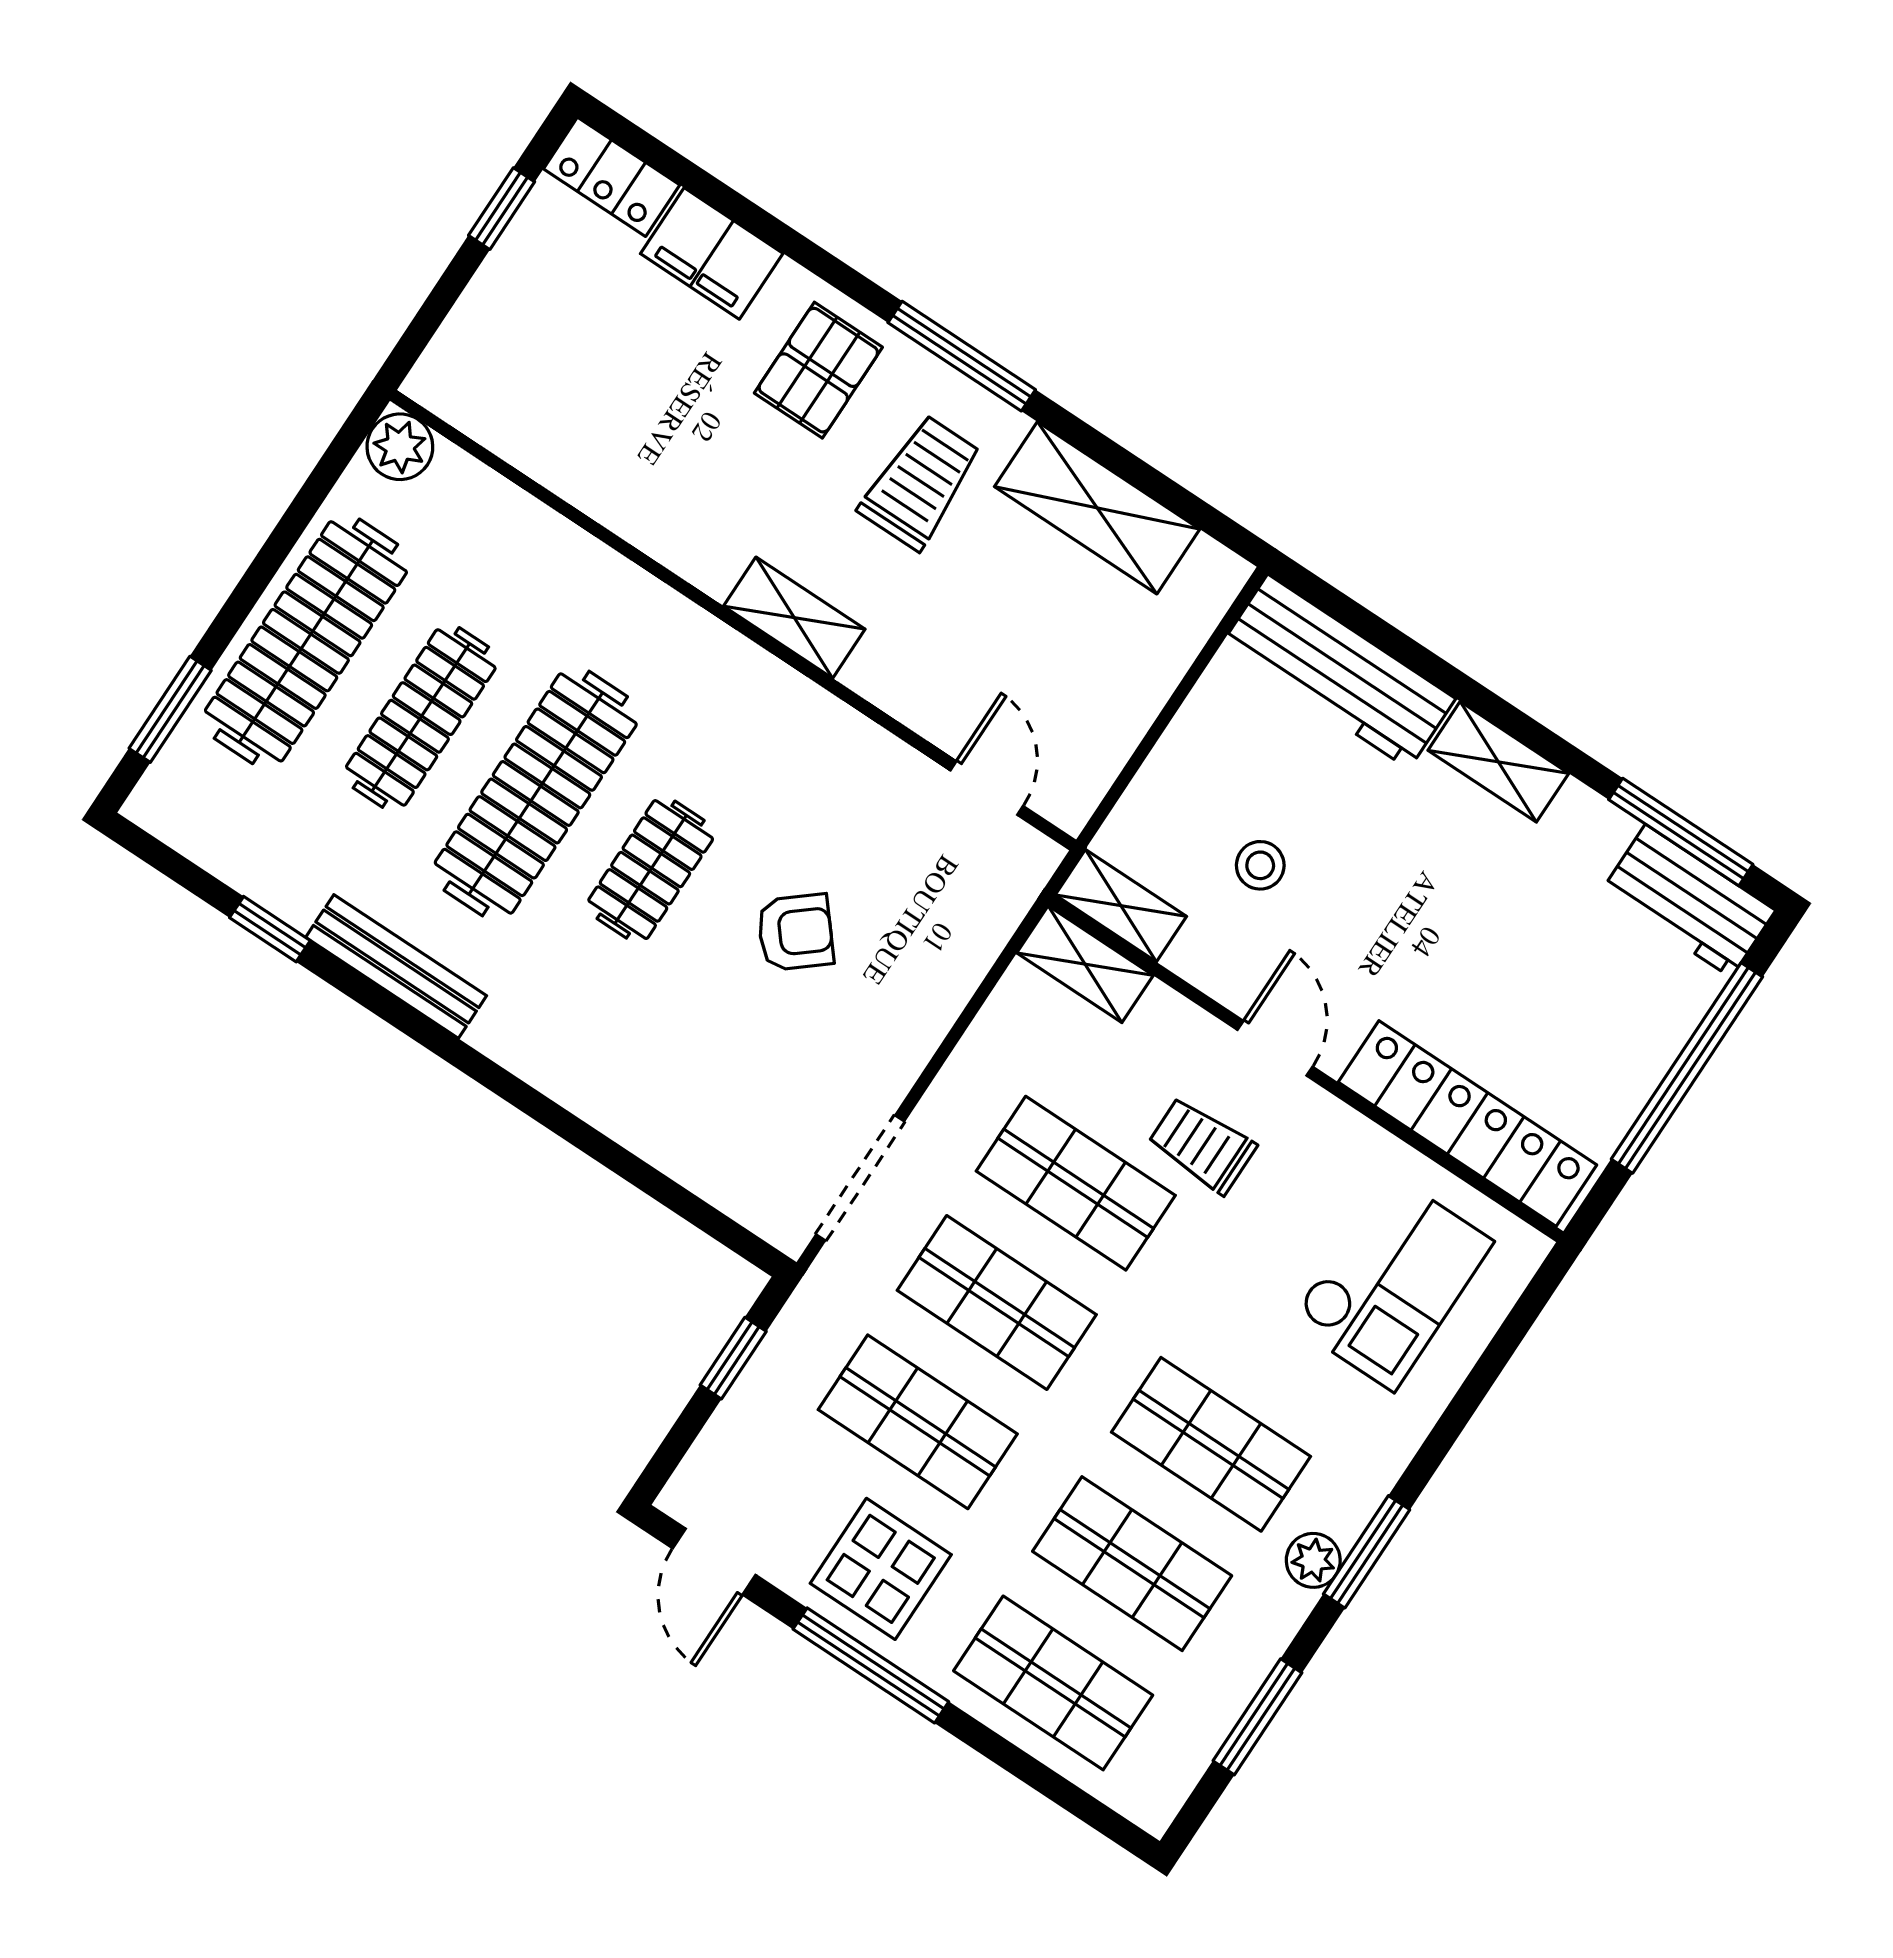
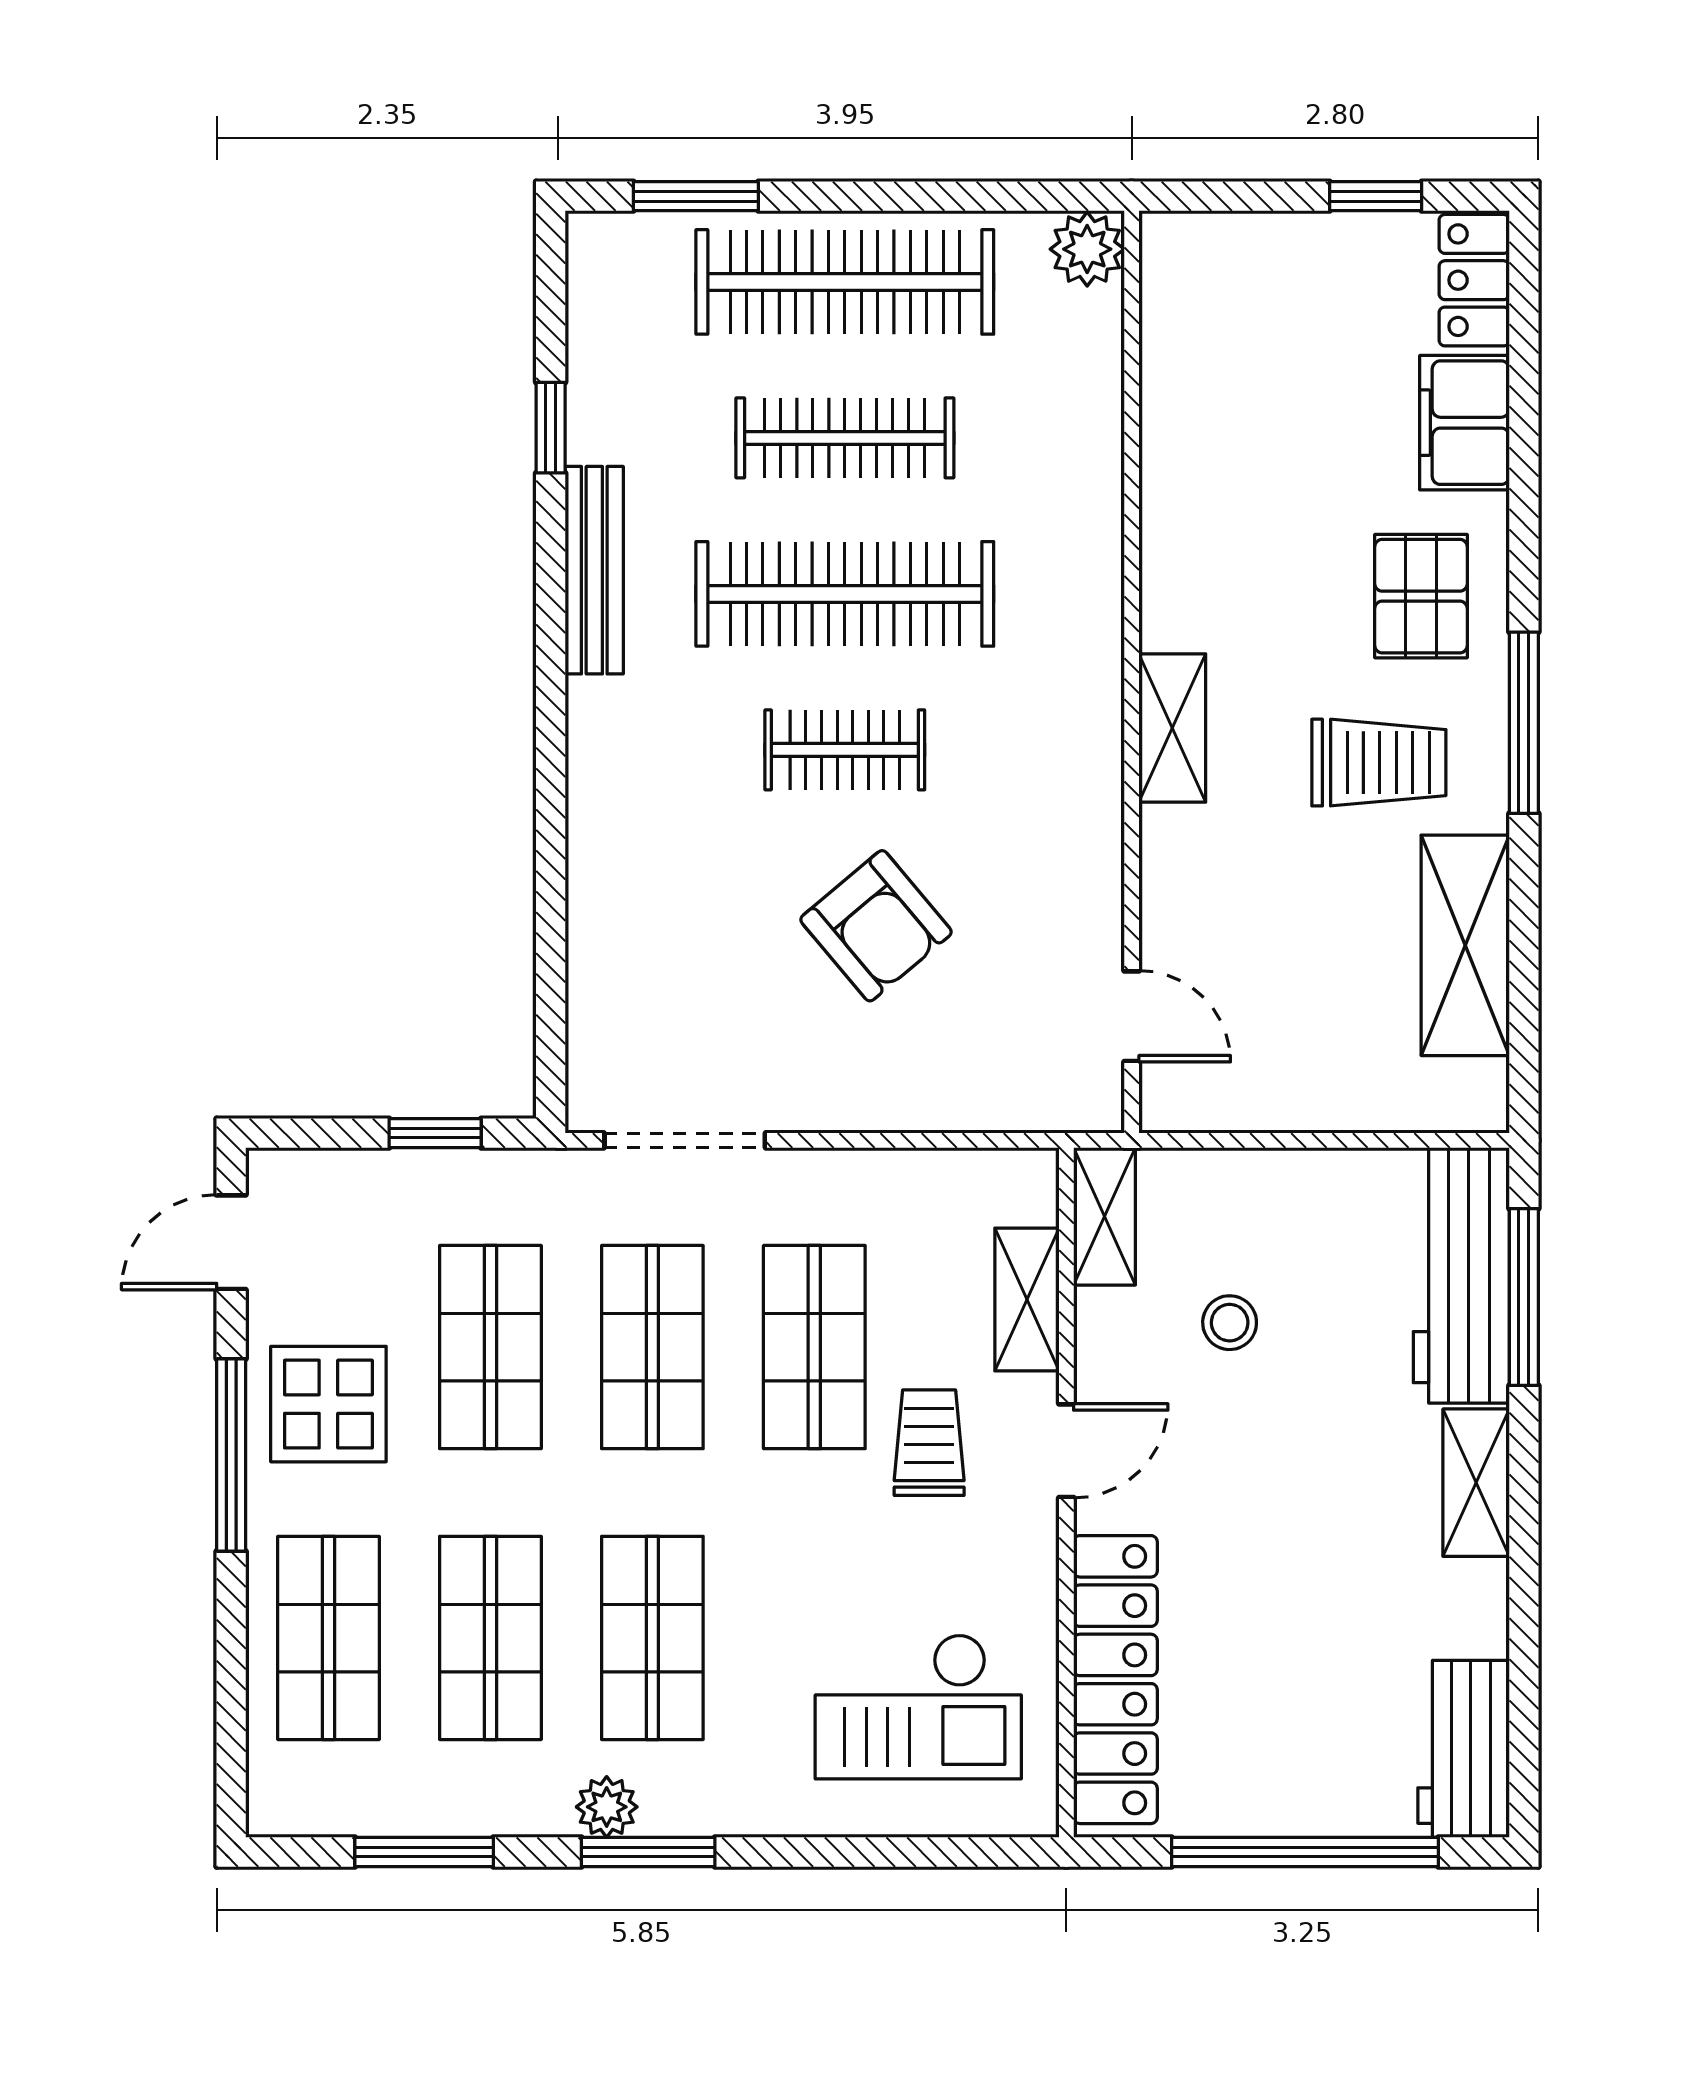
pallet: (818, 370) -> (1421, 596), turned 90
door: (987, 788) -> (1132, 1016), hinge flipped
window: (1681, 832) -> (1524, 1297), moved
armchair: (795, 932) -> (876, 926), width x1.38, depth x1.38
shelving: (1085, 964) -> (1027, 1299), moved

